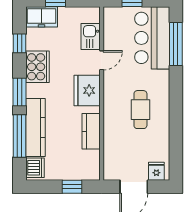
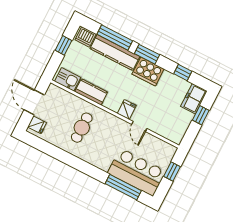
kitchen sink: (91, 36) -> (68, 79), moved
cooker: (38, 67) -> (148, 71), moved
fridge: (87, 90) -> (127, 110), width x0.53, depth x0.75
cafe table: (140, 110) -> (82, 128), moved, turned 90
window: (72, 187) -> (64, 45), moved

